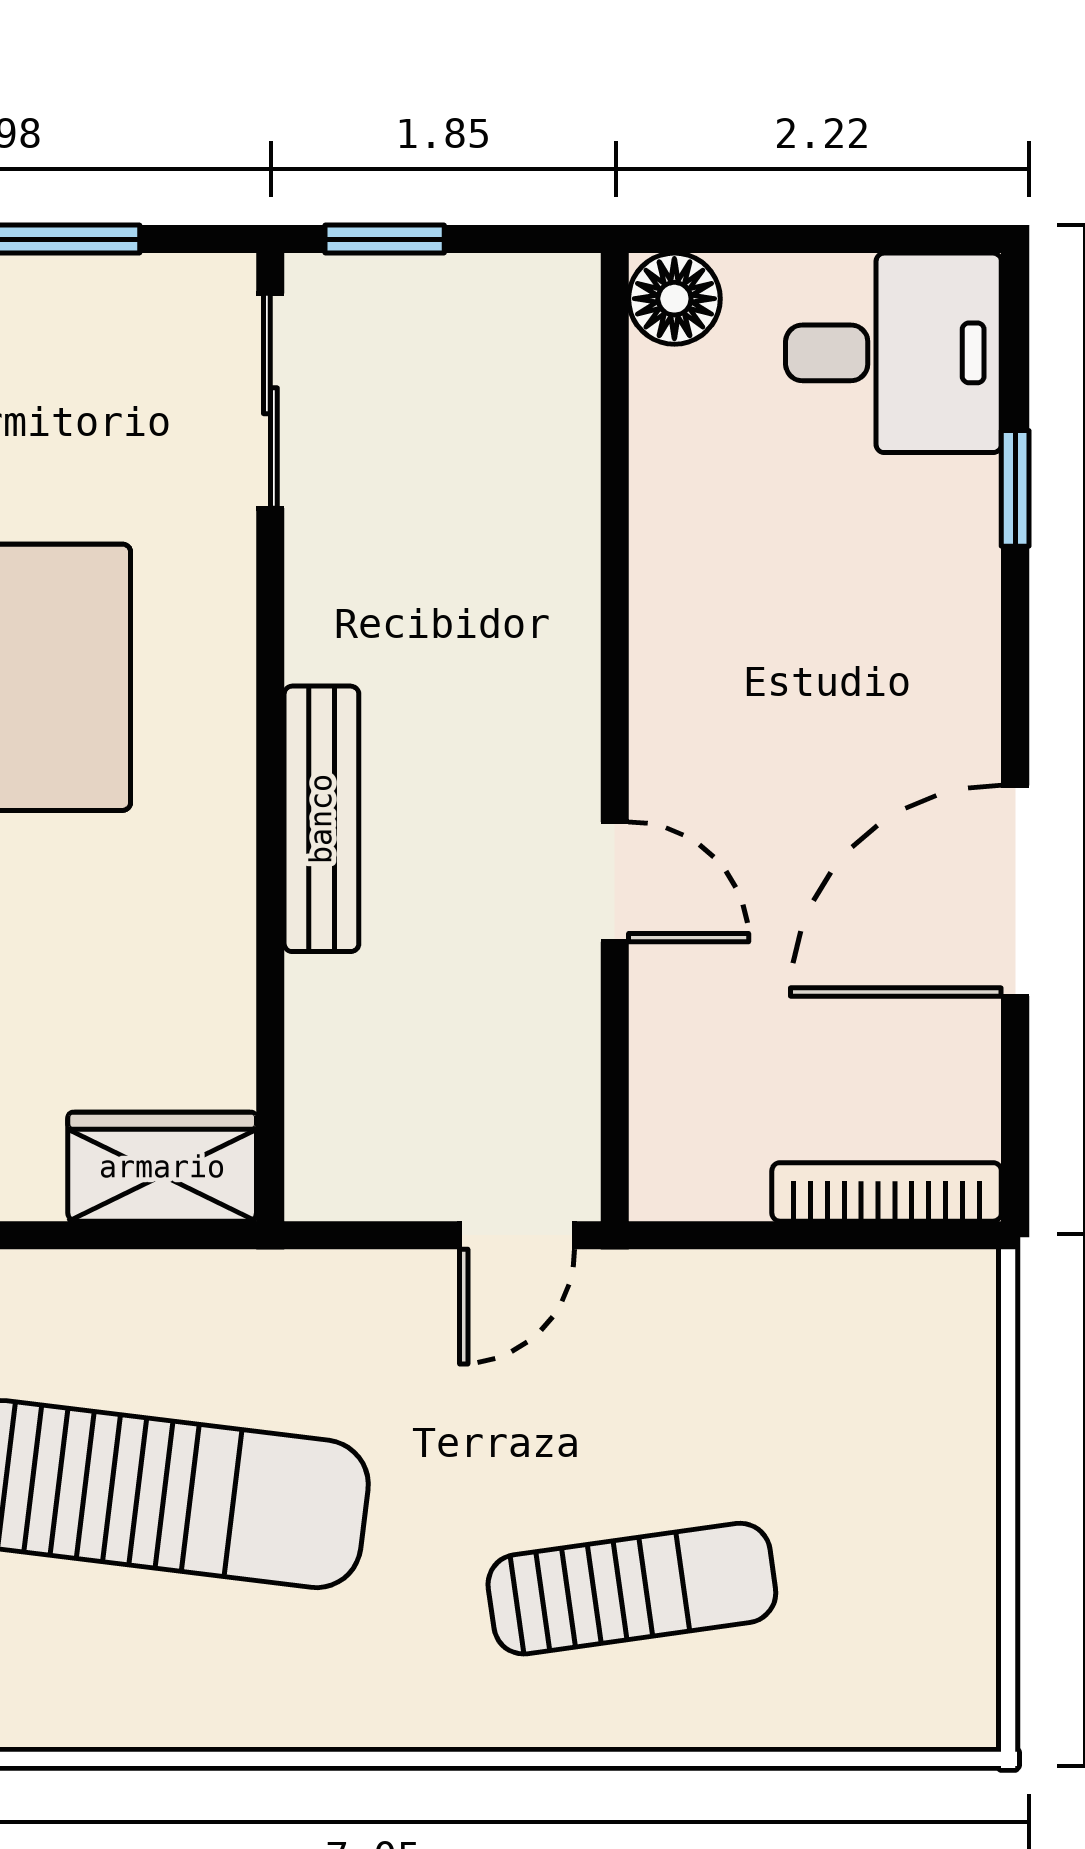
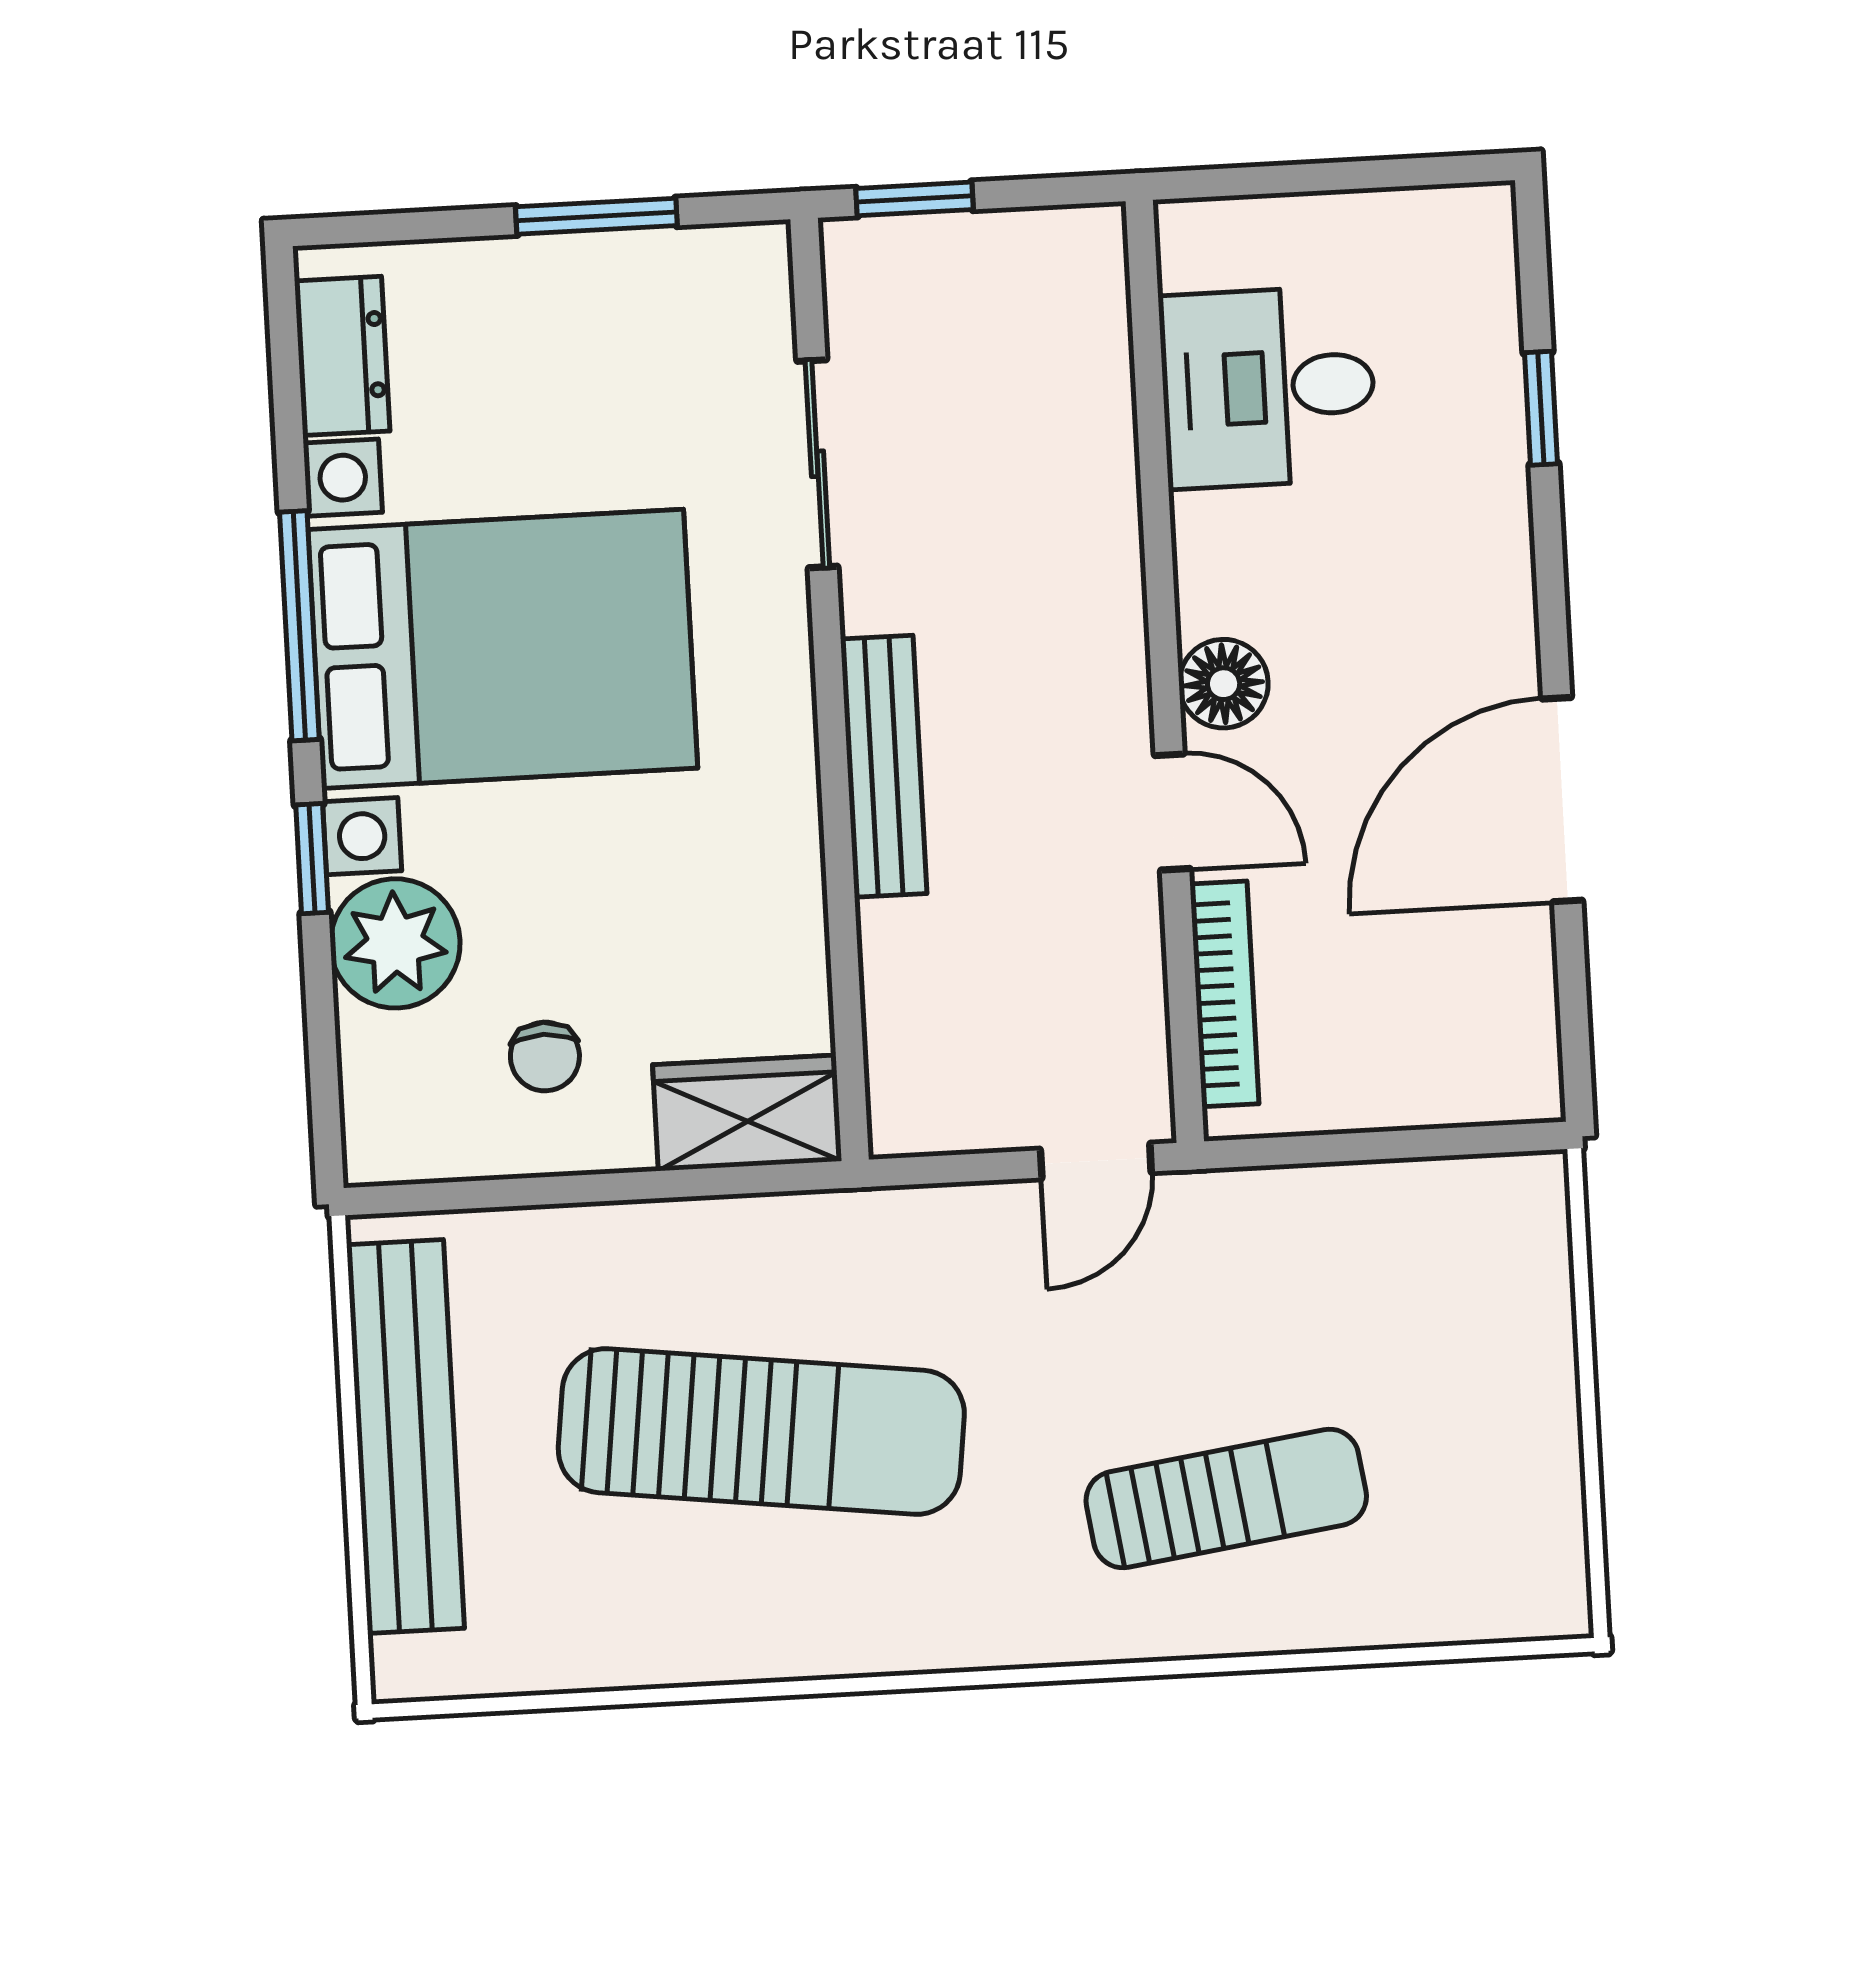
floor lamp: (674, 299) -> (1224, 684), moved
desk: (893, 353) -> (1268, 387), moved, turned 180
sliding door: (270, 401) -> (817, 464), moved
bookcase: (887, 1192) -> (1224, 994), moved, turned 90

